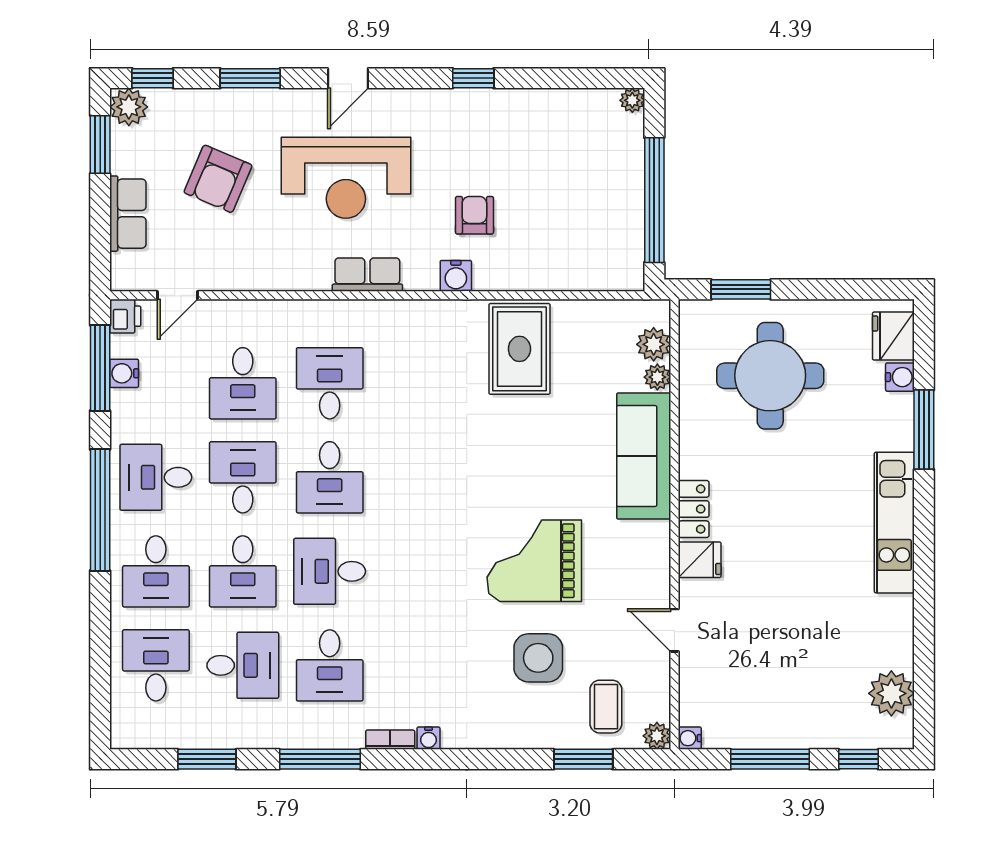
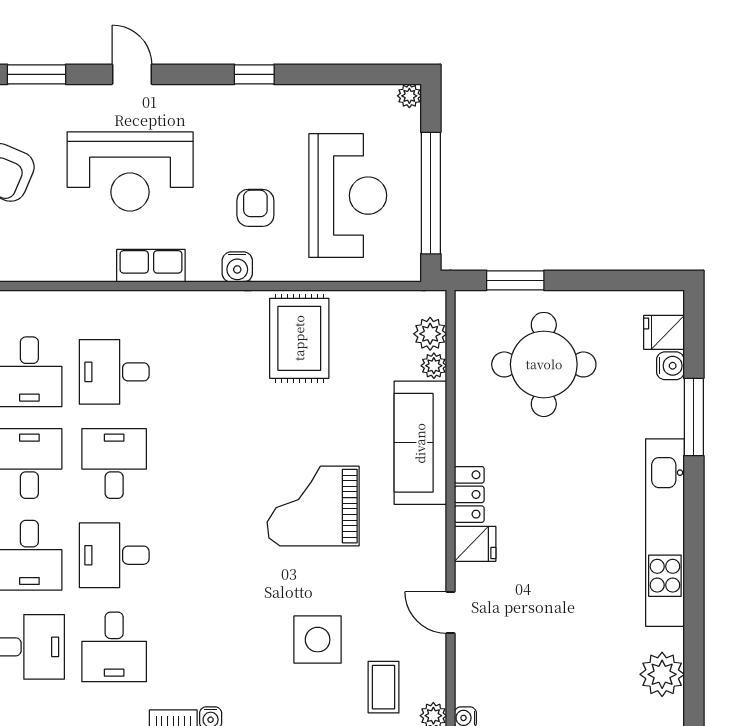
door: (348, 78) -> (132, 74), swing flipped
reception desk: (569, 203) -> (348, 196), added
fridge: (893, 336) -> (664, 332), width x0.72
desk: (330, 383) -> (114, 372), turned -90
desk: (330, 477) -> (114, 464), turned 180
kitchen unit: (894, 523) -> (665, 533), width x1.36
grand piano: (534, 561) -> (313, 506), moved

